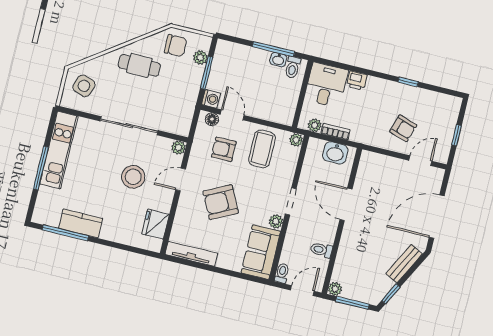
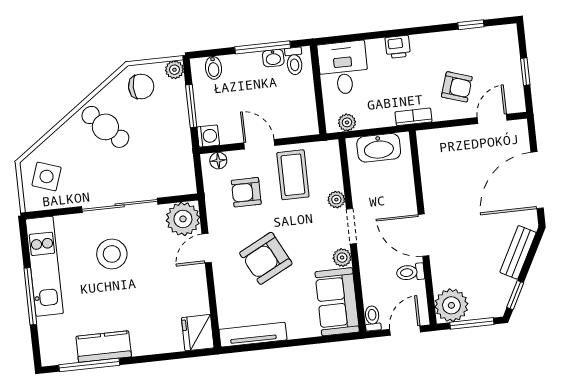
bidet: (233, 51) -> (213, 68), added
plant: (200, 58) -> (174, 70), moved
cafe table: (139, 65) -> (105, 127), turned 45
printer: (357, 81) -> (398, 47), moved
window: (408, 82) -> (471, 25), moved
door: (232, 115) -> (259, 144), moved
bookcase: (336, 132) -> (414, 117), moved
plant: (296, 140) -> (336, 200), moved
plant: (179, 148) -> (183, 219), width x1.88, depth x1.88
washbasin: (335, 153) -> (379, 148), width x1.38
stool: (133, 177) -> (112, 254), moved
door: (346, 204) -> (424, 235), moved
fridge: (156, 224) -> (198, 333), moved
plant: (335, 289) -> (451, 305), width x1.88, depth x1.88

